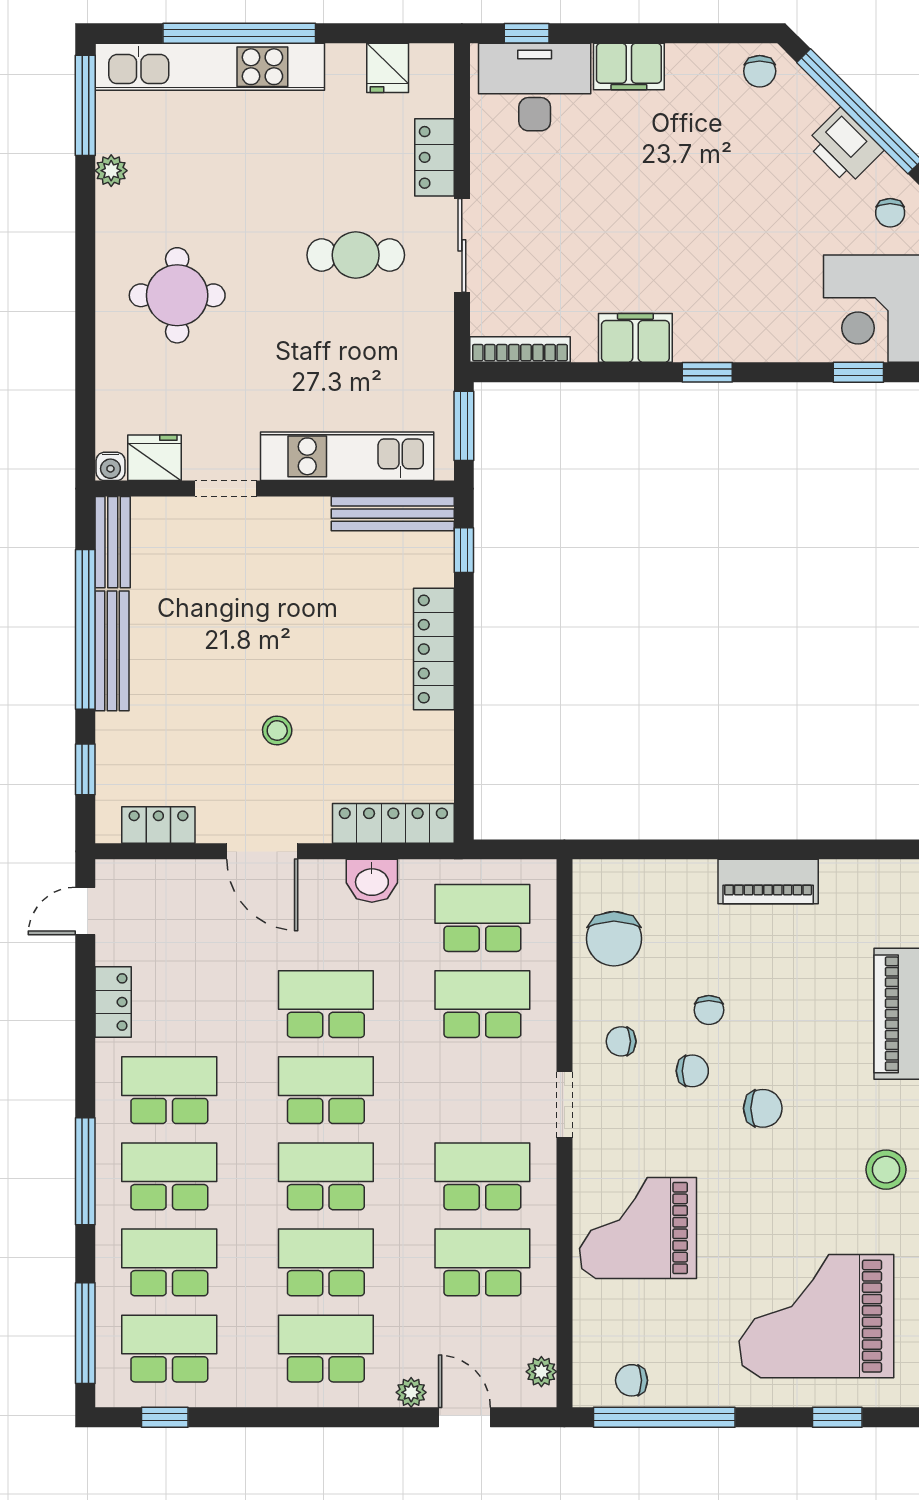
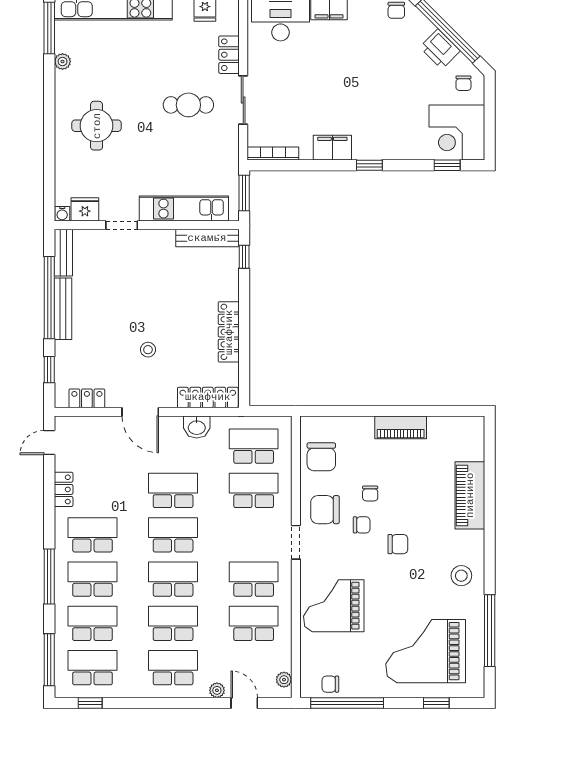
locker: (434, 649) -> (229, 332), moved
chair: (621, 1041) -> (325, 510), width x1.87, depth x1.87

